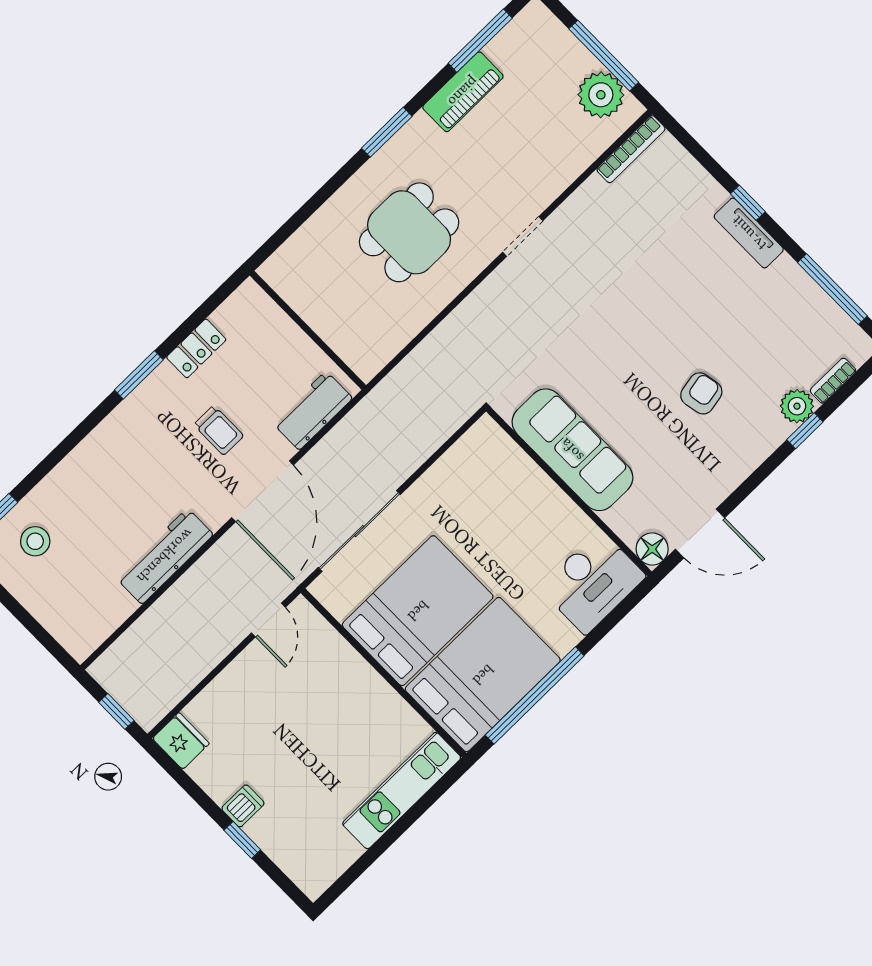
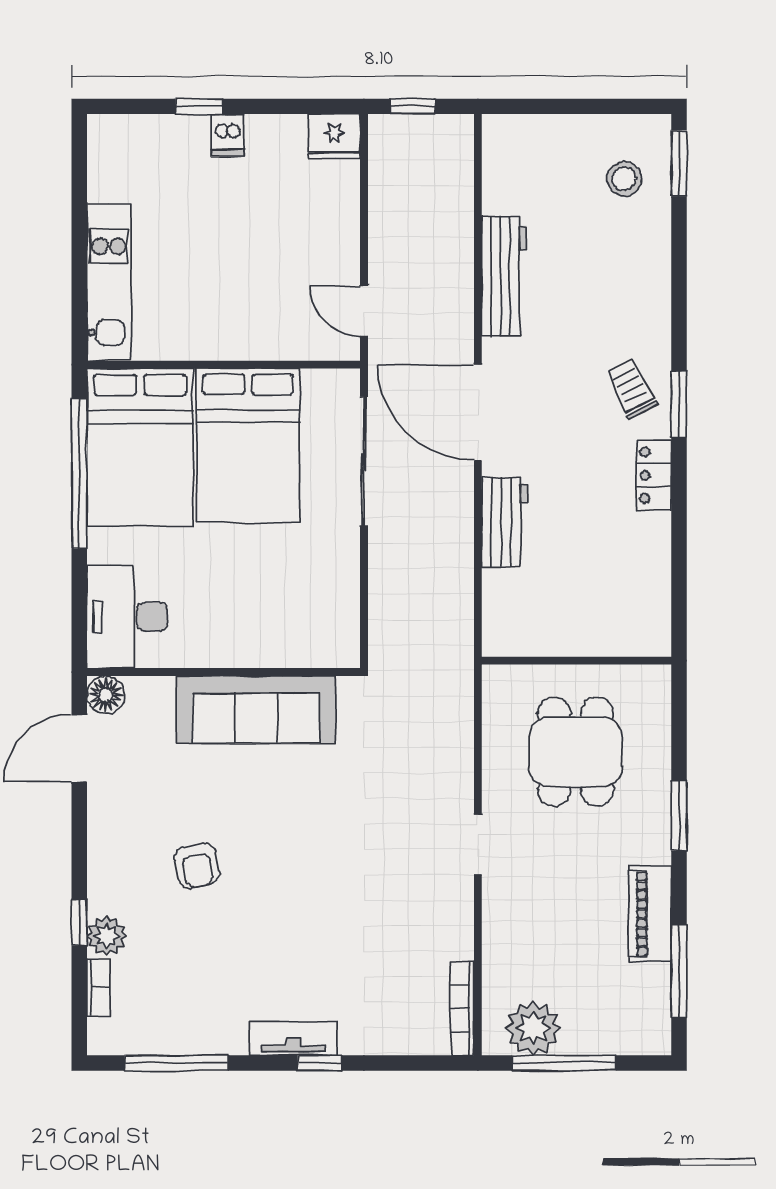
wall: (308, 330) -> (577, 661), moved
trolley: (219, 430) -> (632, 389), moved, turned 63

